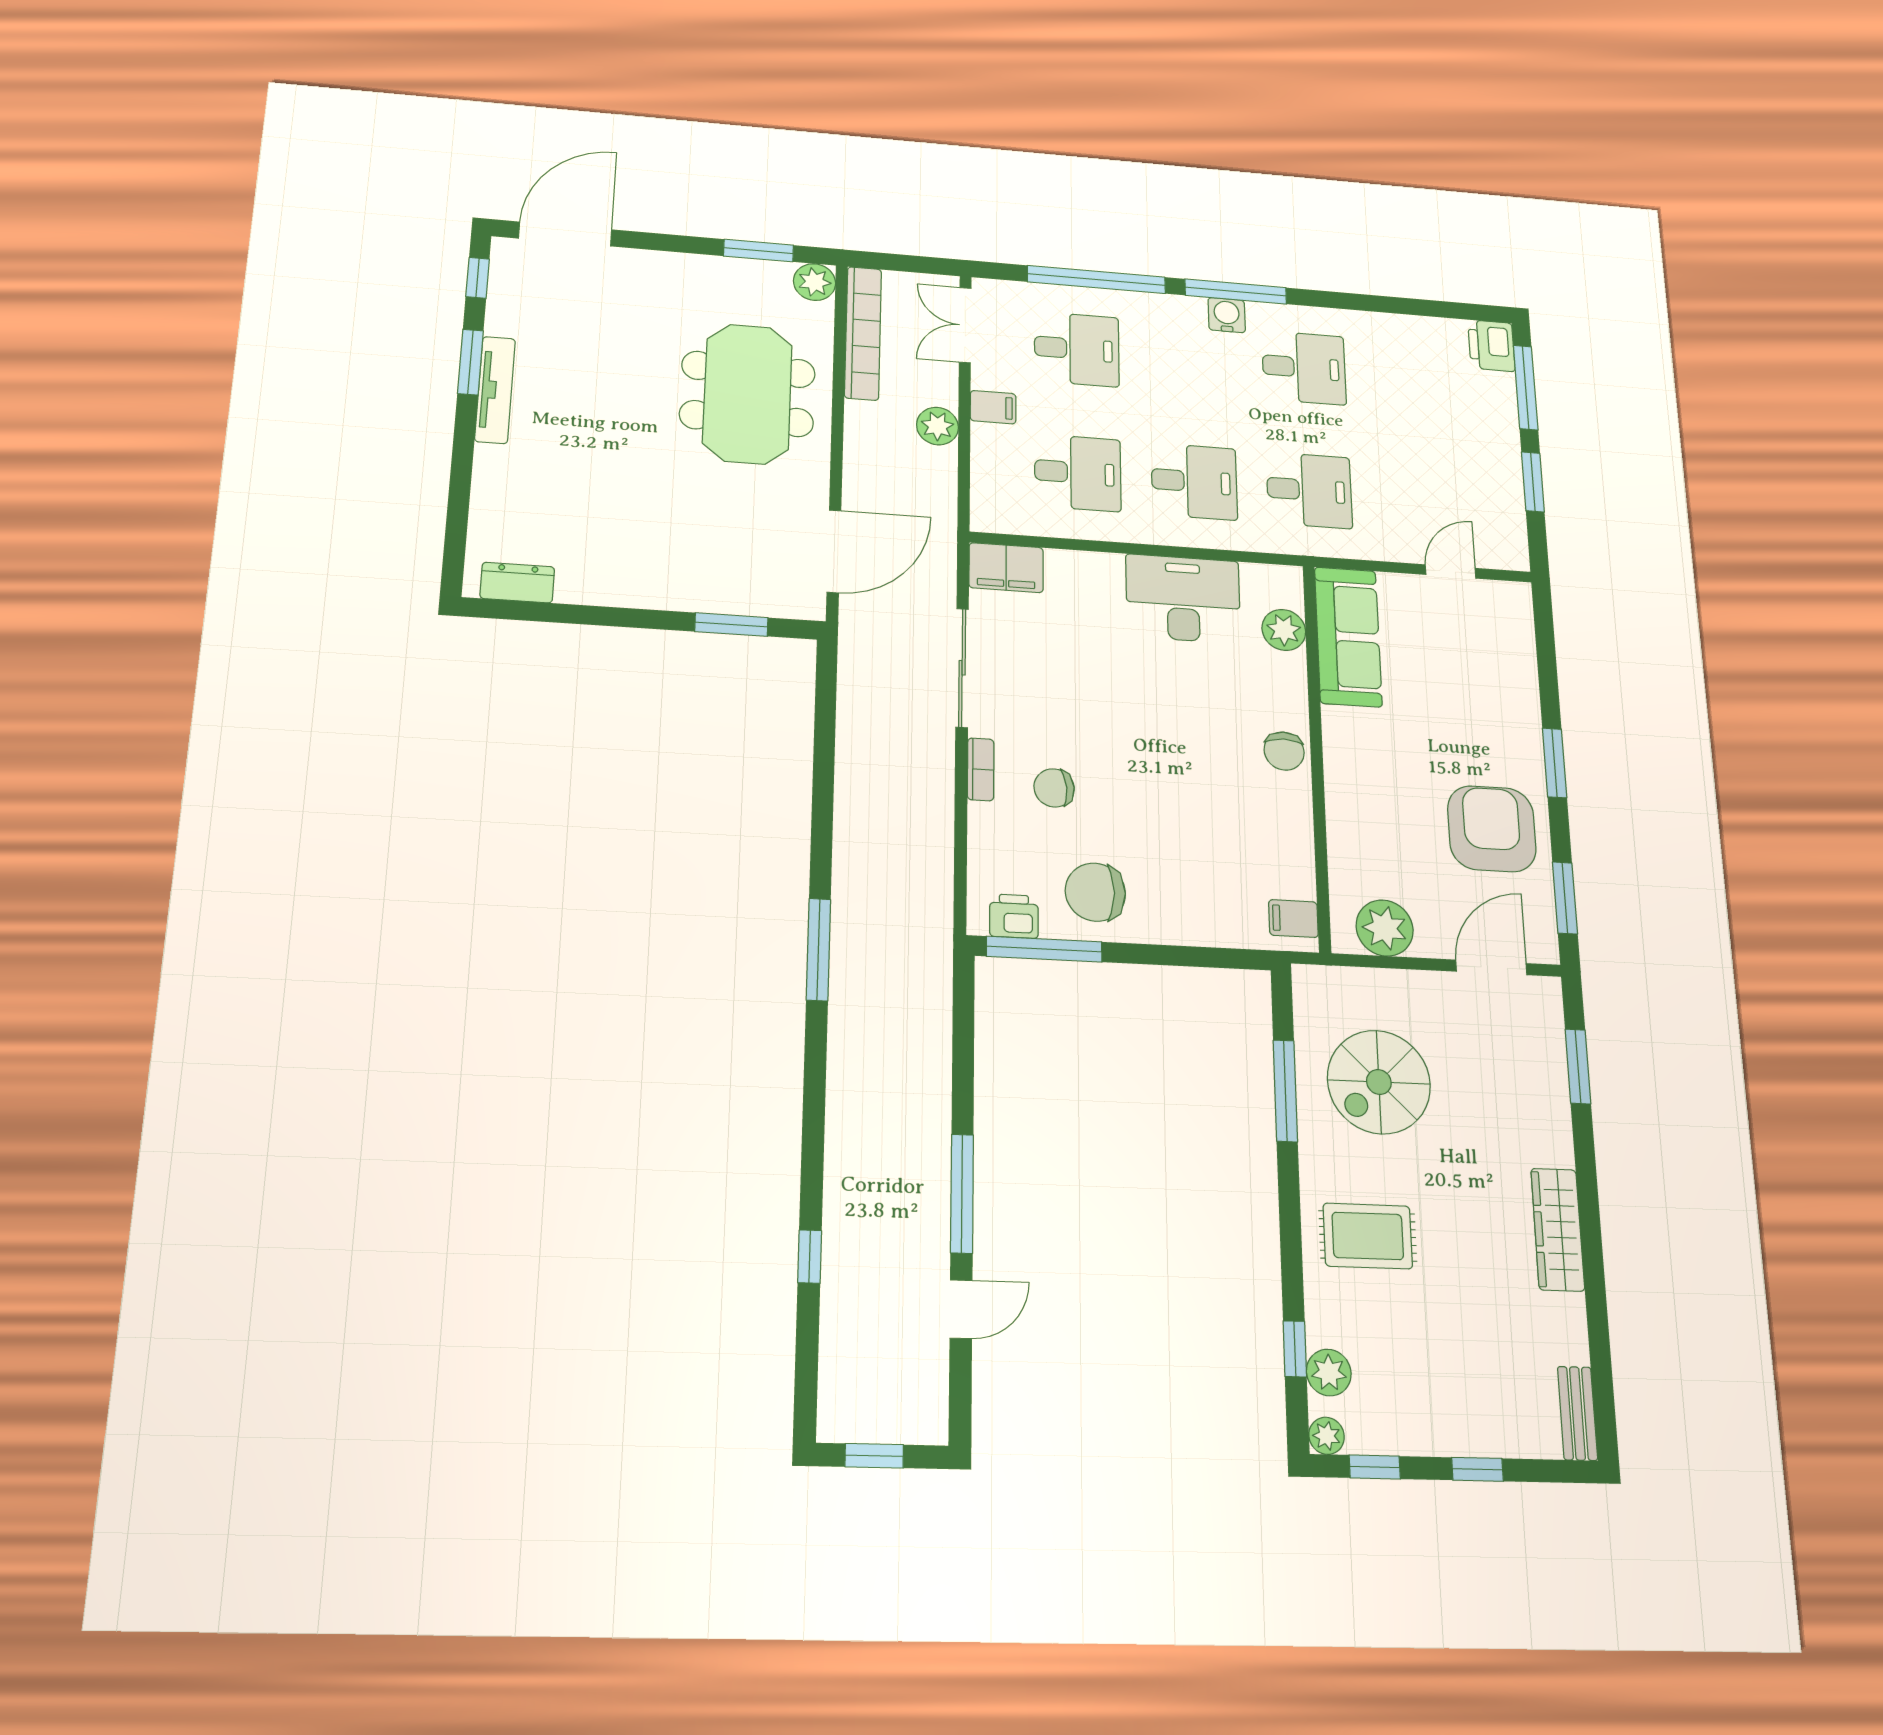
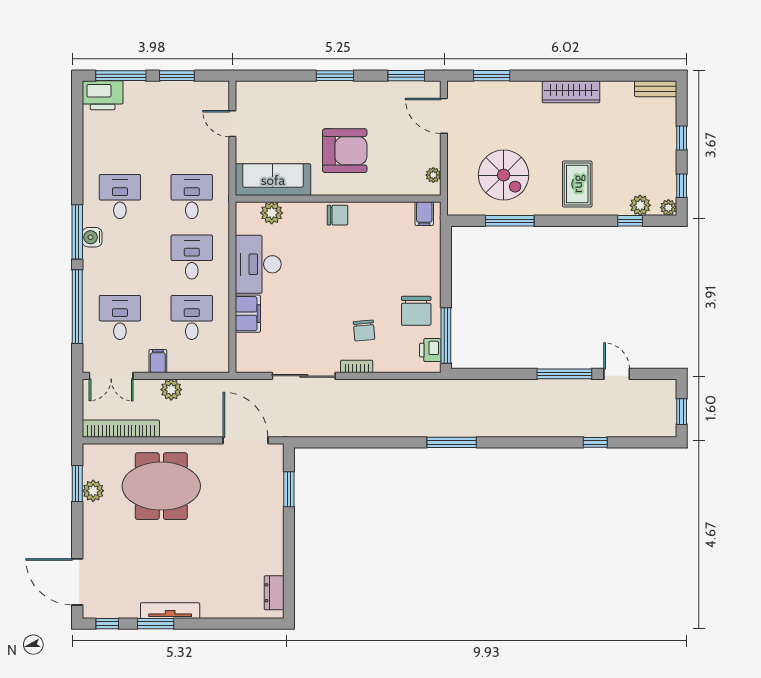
plant: (815, 282) -> (93, 491), moved
printer: (1491, 346) -> (103, 95), width x1.37, depth x1.19
filing cabinet: (1006, 568) -> (248, 314), moved
armchair: (1492, 829) -> (345, 151), moved, turned 180
plant: (1385, 928) -> (433, 175), width x0.53, depth x0.53

